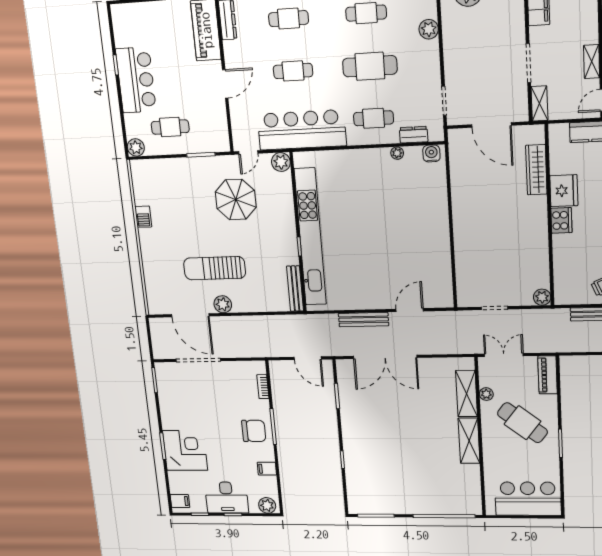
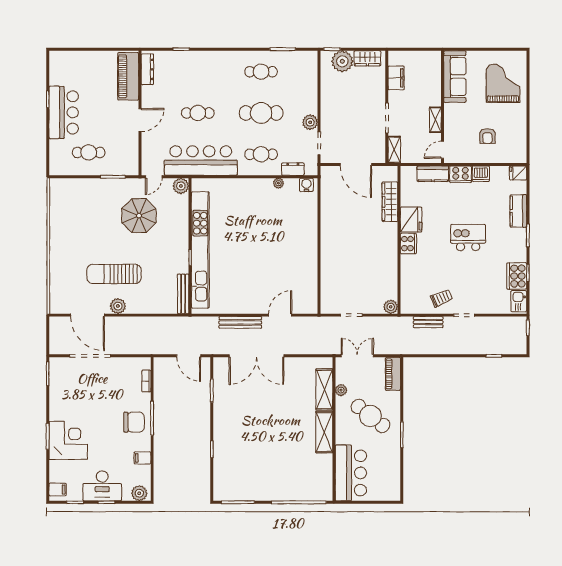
cafe table: (288, 19) -> (198, 72), removed
plant: (429, 29) -> (310, 122), moved
plant: (136, 147) -> (56, 168), removed
barbecue: (143, 217) -> (56, 227), removed
bar counter: (528, 499) -> (351, 473), moved, turned 90

